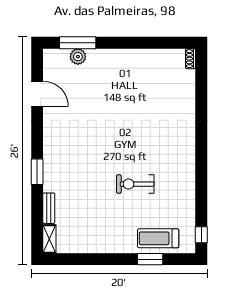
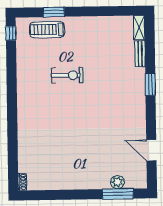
treadmill: (158, 238) -> (47, 30), turned 180

